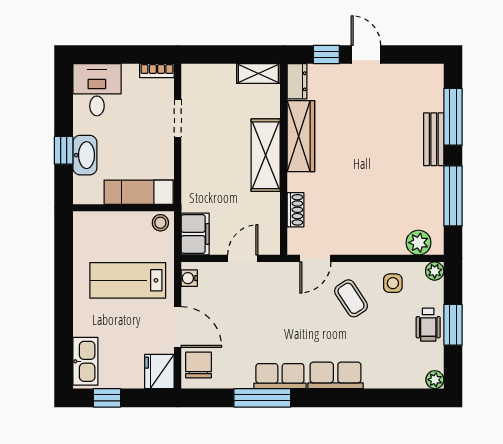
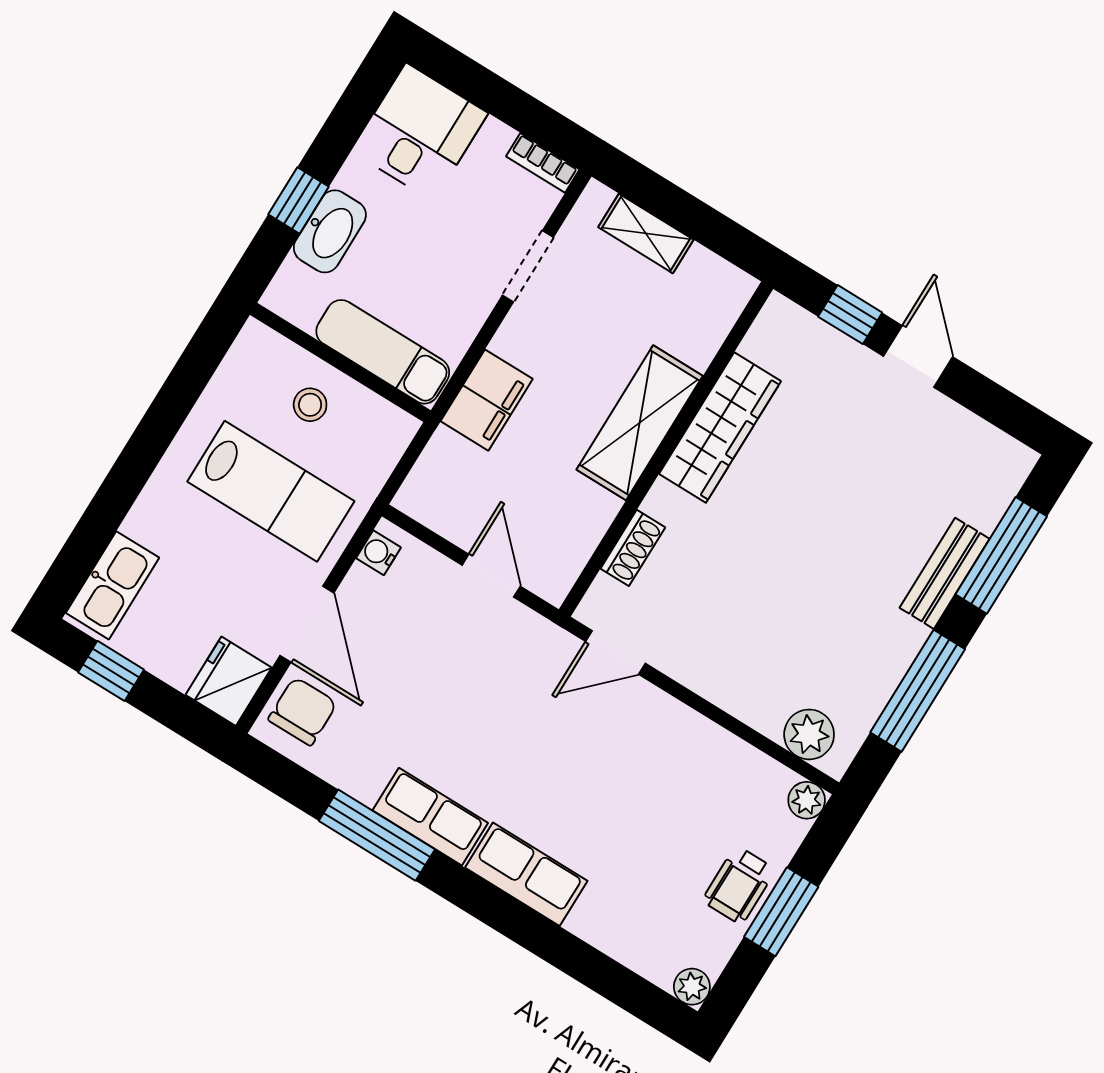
shelving: (258, 74) -> (646, 233), moved
dresser: (297, 81) -> (771, 329), removed
stool: (160, 223) -> (310, 405), moved
filing cabinet: (195, 234) -> (487, 400), moved
door: (243, 258) -> (491, 576), hinge flipped
lab bench: (128, 280) -> (271, 491), turned 180
side table: (393, 283) -> (722, 777), removed
coffee table: (351, 298) -> (634, 759), removed

